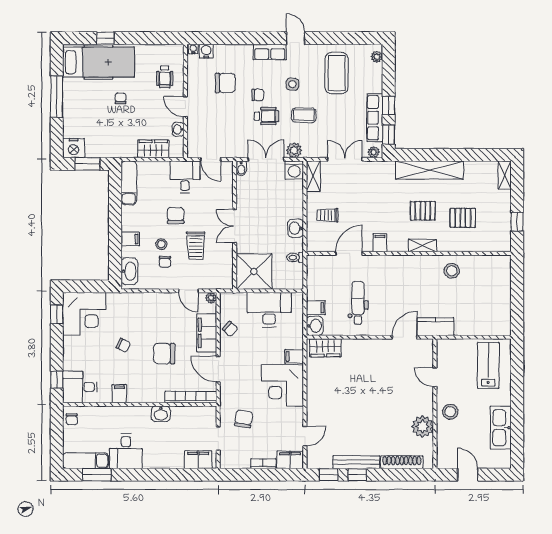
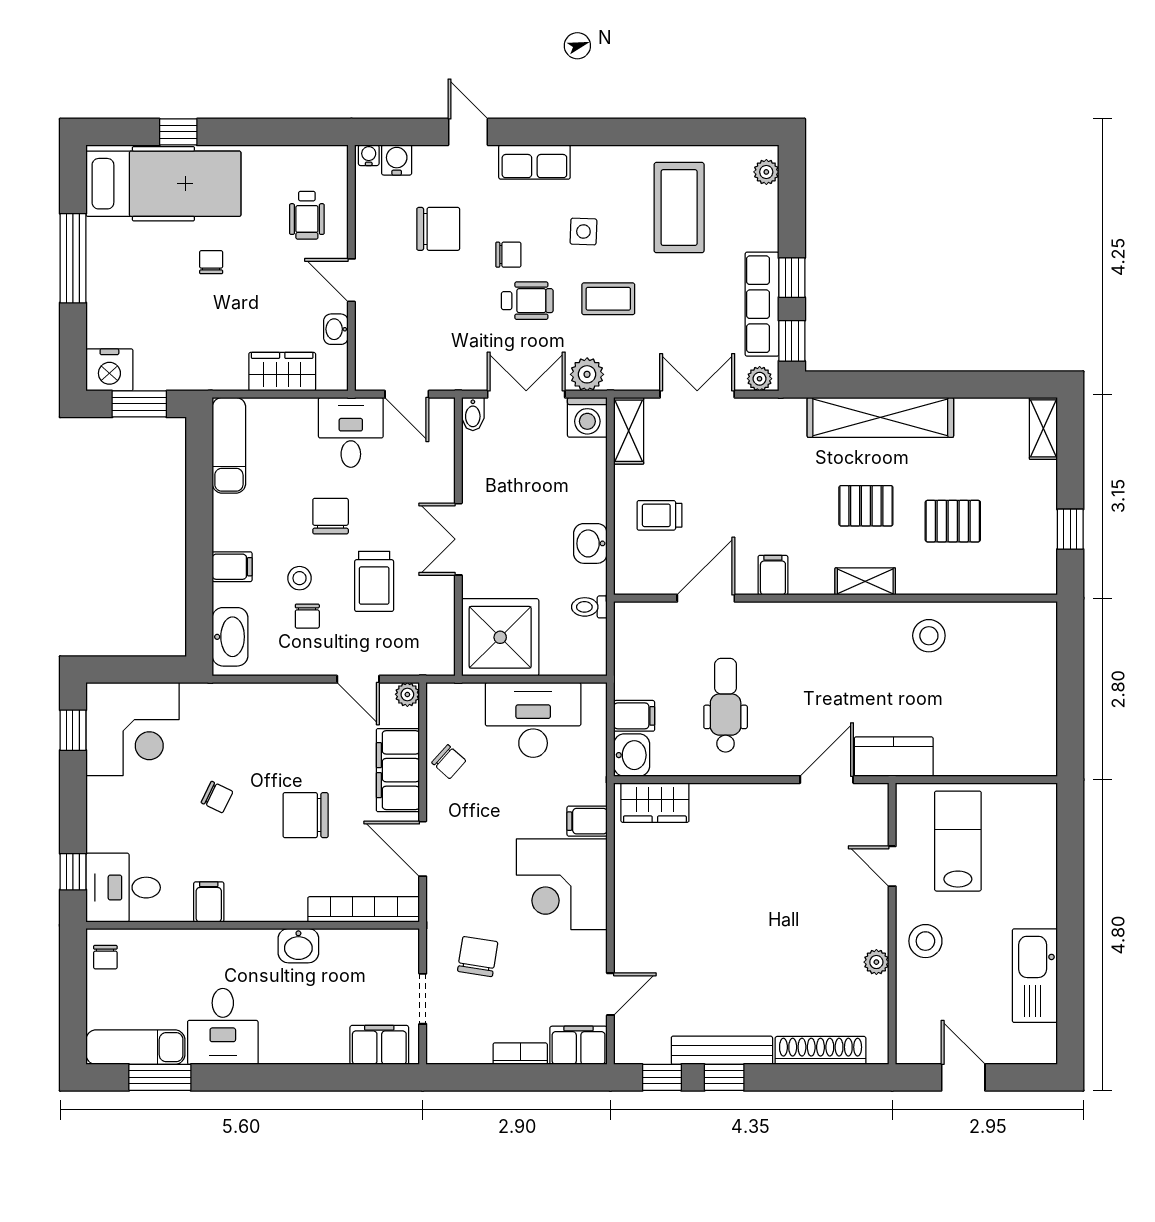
door: (296, 38) -> (468, 132), moved
lab bench: (488, 365) -> (958, 841), moved
plant: (422, 426) -> (876, 962), width x0.53, depth x0.53

